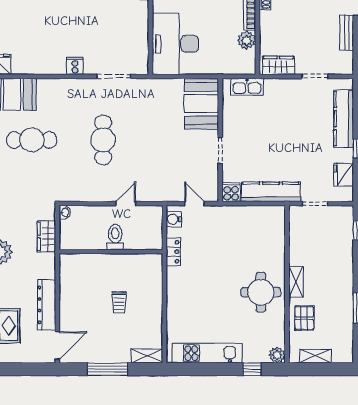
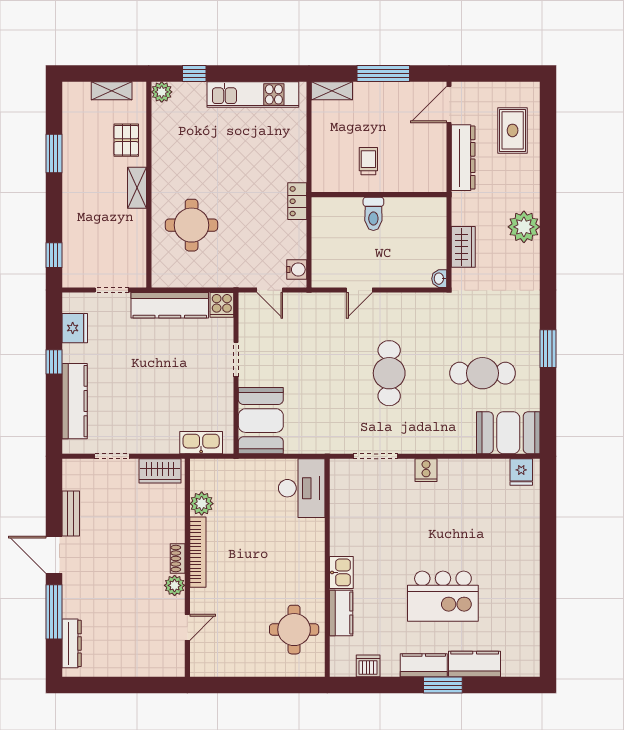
desk: (175, 44) -> (302, 488), width x0.73, depth x0.77
toilet: (115, 237) -> (373, 214), moved
wall: (111, 252) -> (379, 195), moved
locker: (173, 252) -> (297, 201), moved
round table: (261, 292) -> (192, 225), moved

